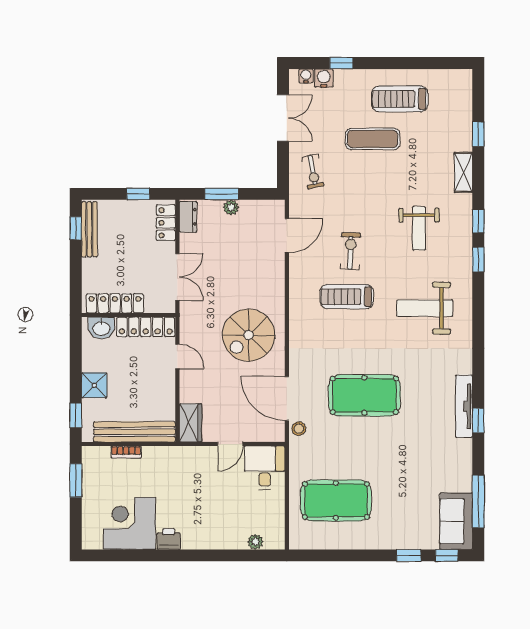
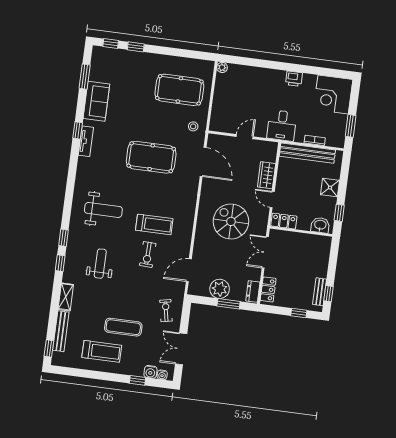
bench: (464, 121) -> (61, 331), added
window: (478, 134) -> (49, 348), moved
window: (138, 194) -> (299, 313), moved
plant: (231, 207) -> (220, 289), width x1.87, depth x1.87
bench: (89, 229) -> (320, 292), width x0.73
locker: (115, 303) -> (309, 240), removed
locker: (146, 327) -> (284, 221), width x0.66
spiral stairs: (249, 335) -> (231, 221), moved, turned -90
tv unit: (464, 406) -> (86, 141), width x0.71
window: (76, 415) -> (339, 213), moved
wardrobe: (190, 423) -> (267, 175), moved
stool: (299, 429) -> (193, 126), moved
desk: (265, 468) -> (282, 125), moved
window: (478, 502) -> (85, 77), width x0.69
sofa: (456, 521) -> (96, 101), moved
corner desk: (130, 523) -> (333, 95), moved, turned 90
plant: (255, 542) -> (222, 67), moved

